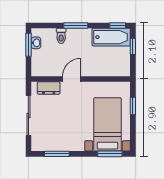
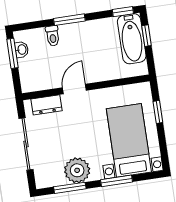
bathtub: (111, 37) -> (132, 39), moved, turned 90
plant: (65, 141) -> (77, 170), added
window: (110, 154) -> (116, 181), moved

